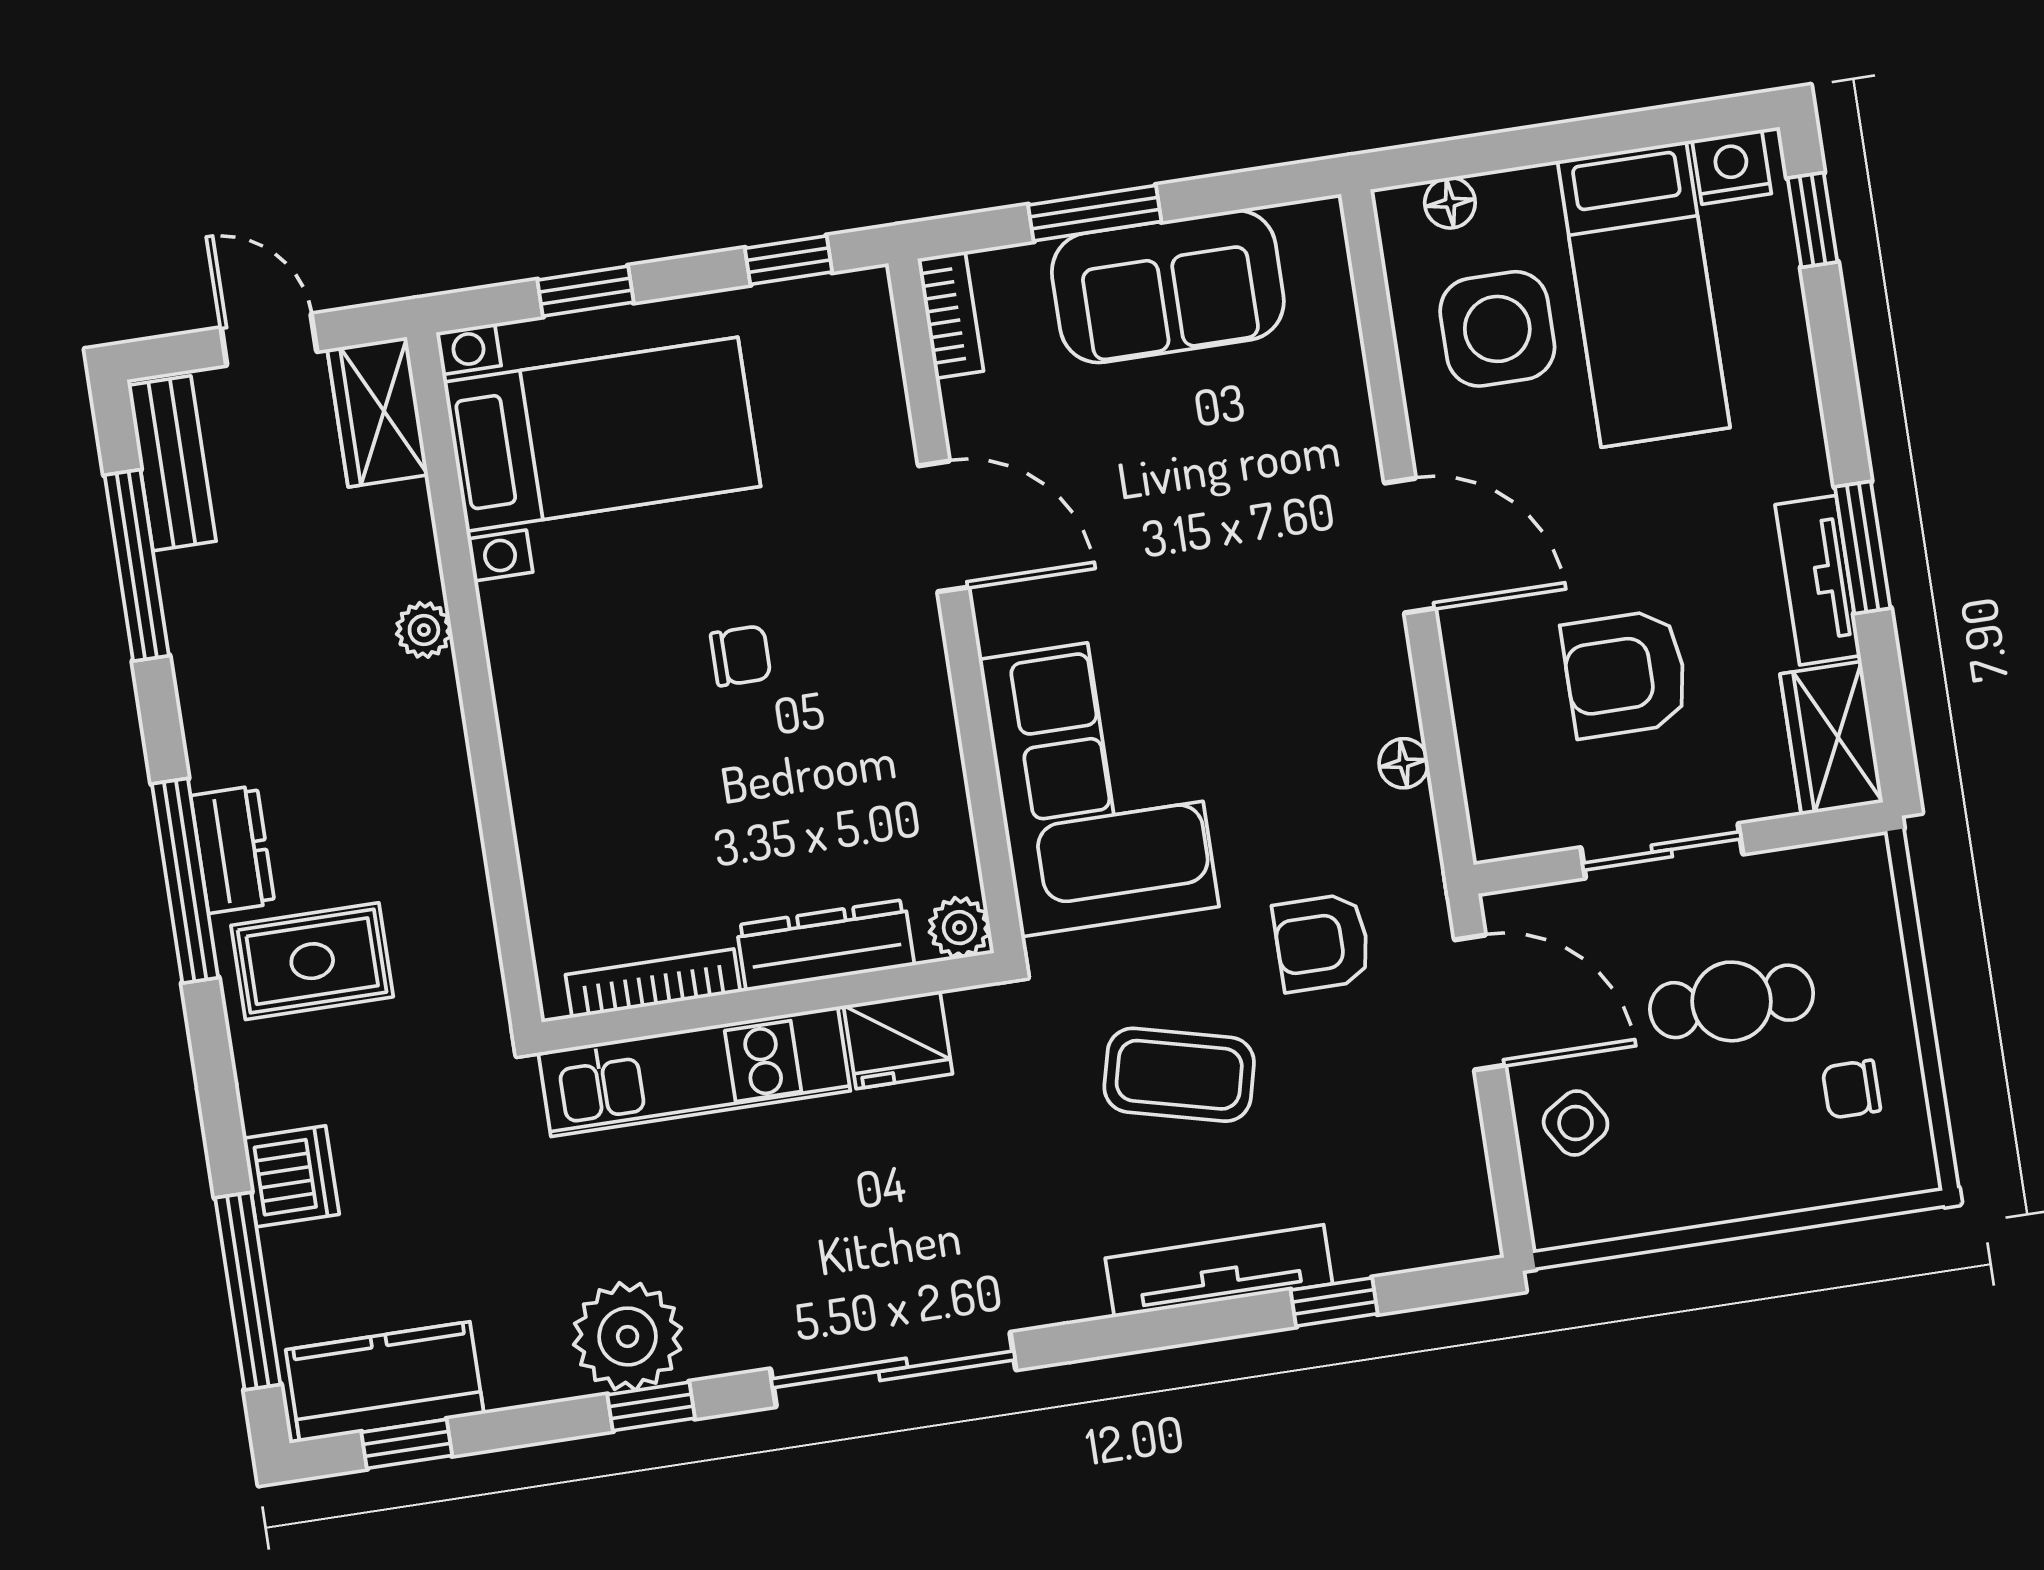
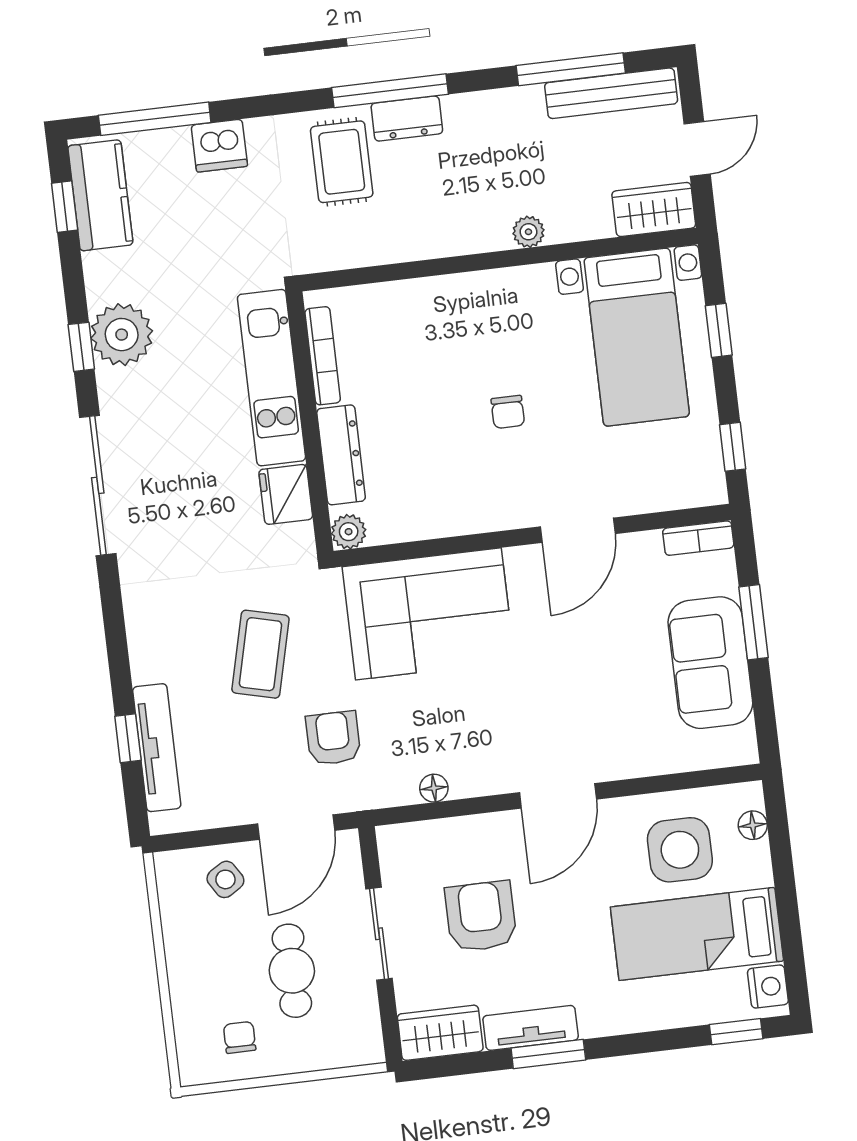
bench: (172, 463) -> (611, 93), width x1.36
tv unit: (1219, 1271) -> (157, 748), moved

